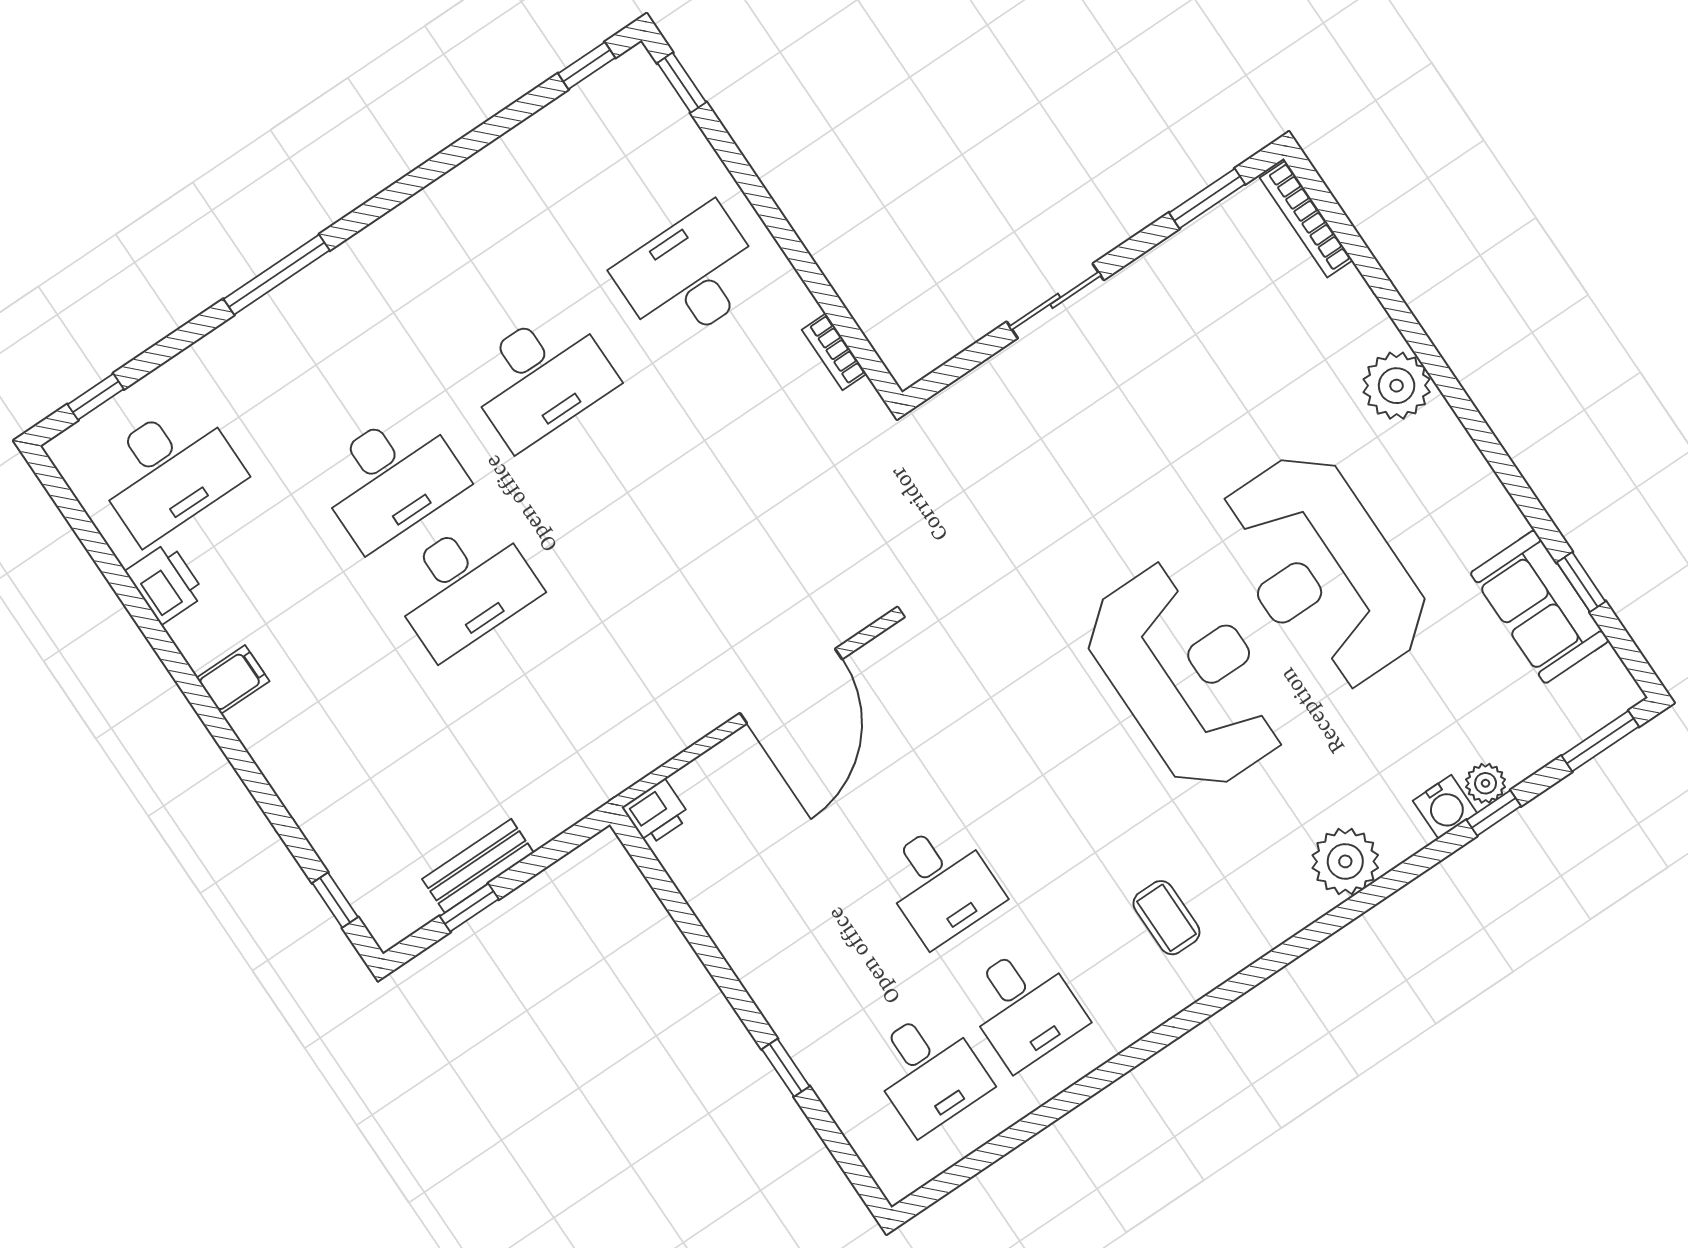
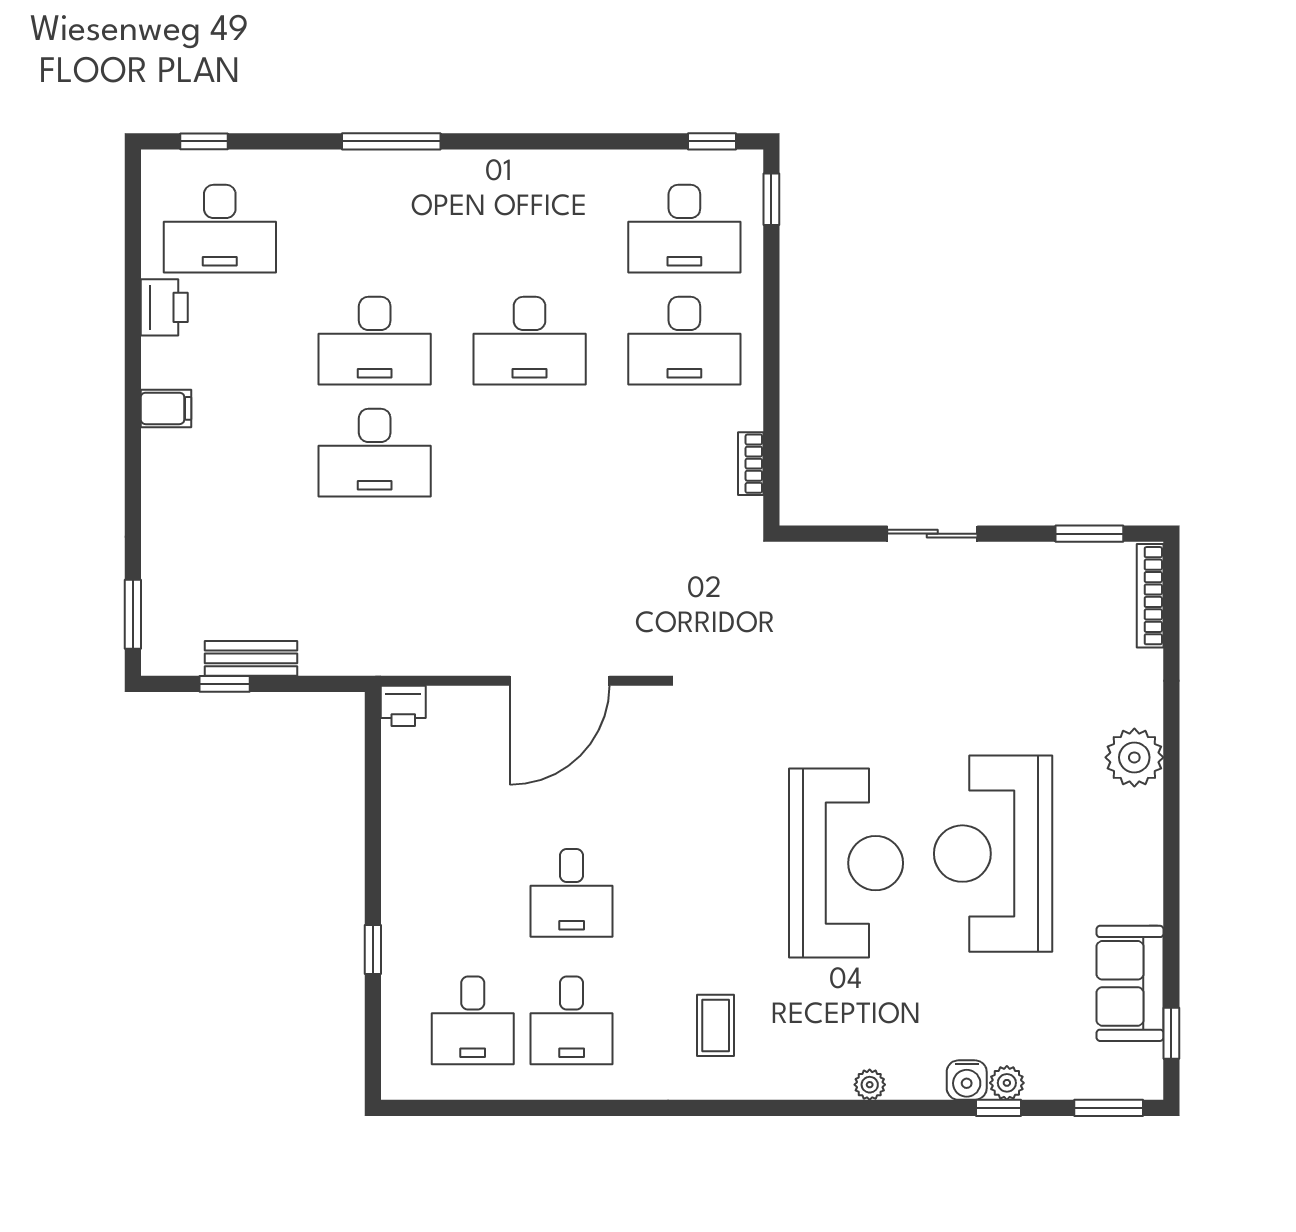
desk: (617, 168) -> (684, 229), added
desk: (690, 276) -> (684, 341), turned 180
window: (1581, 582) -> (1171, 1033), moved
plant: (1345, 861) -> (870, 1085), width x0.53, depth x0.53
window: (335, 900) -> (133, 614), width x1.50

